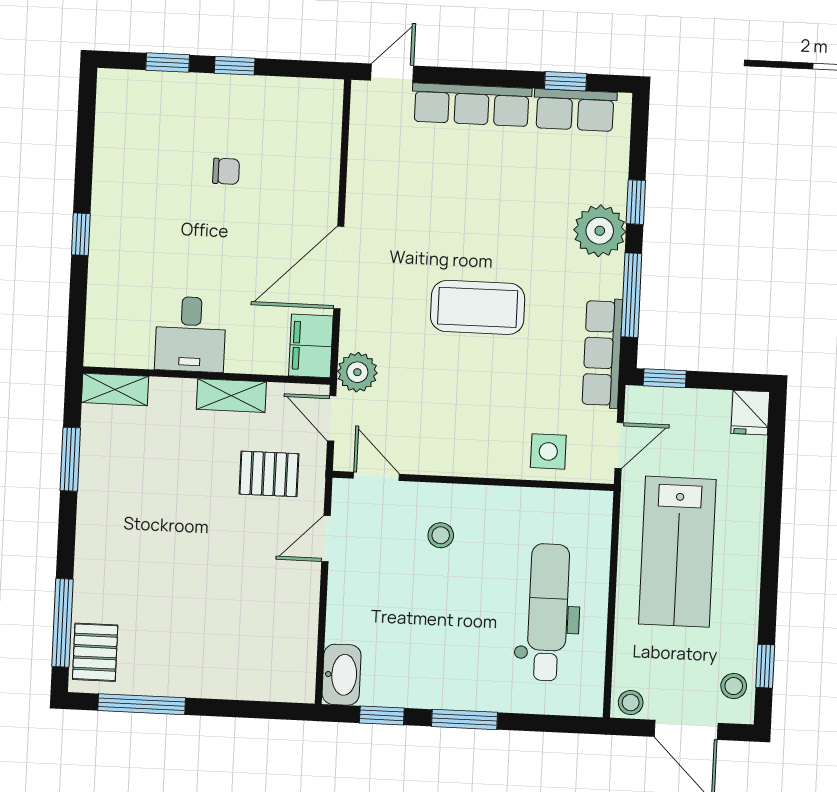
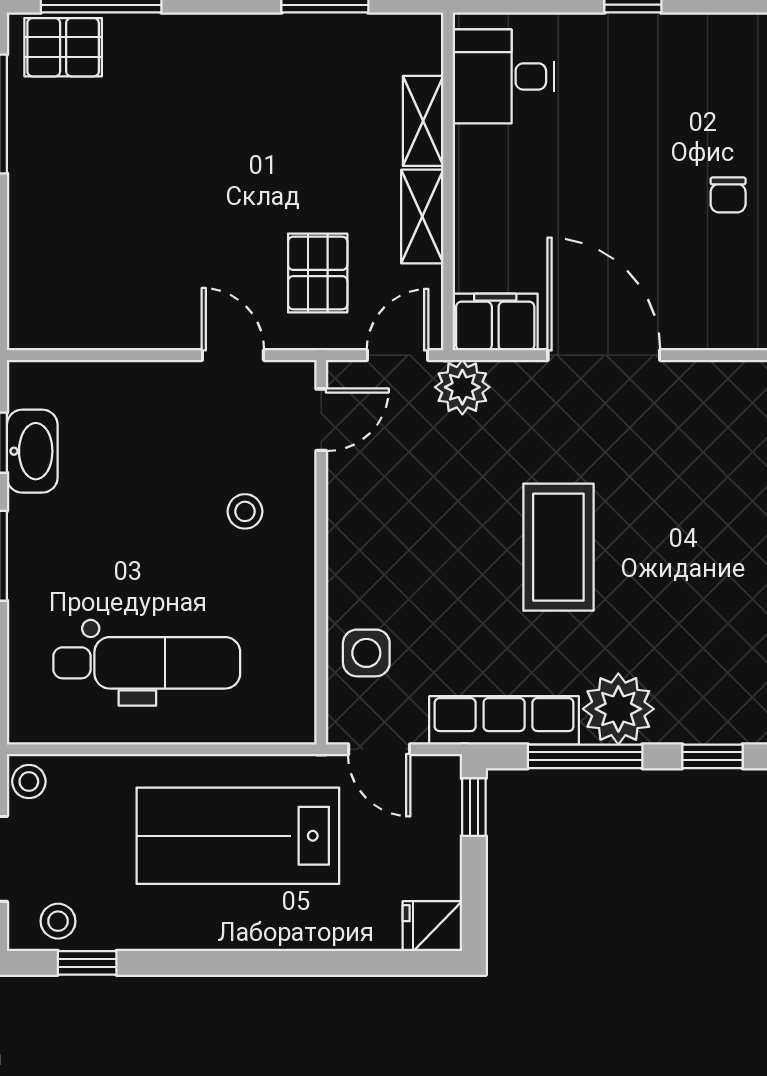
plant: (600, 231) -> (618, 709), moved
desk: (191, 334) -> (503, 76), moved
shelving: (115, 389) -> (423, 121), moved
washbasin: (342, 675) -> (32, 451), moved, turned -90

